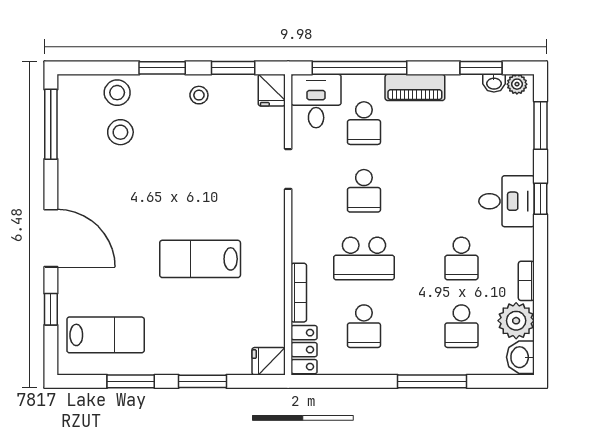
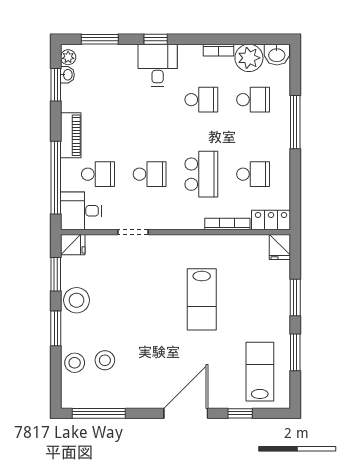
stool: (199, 95) -> (77, 300), width x1.89, depth x1.89

